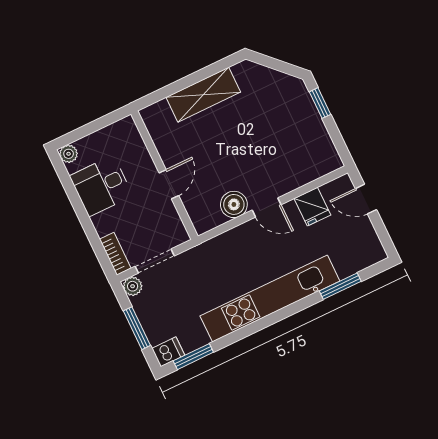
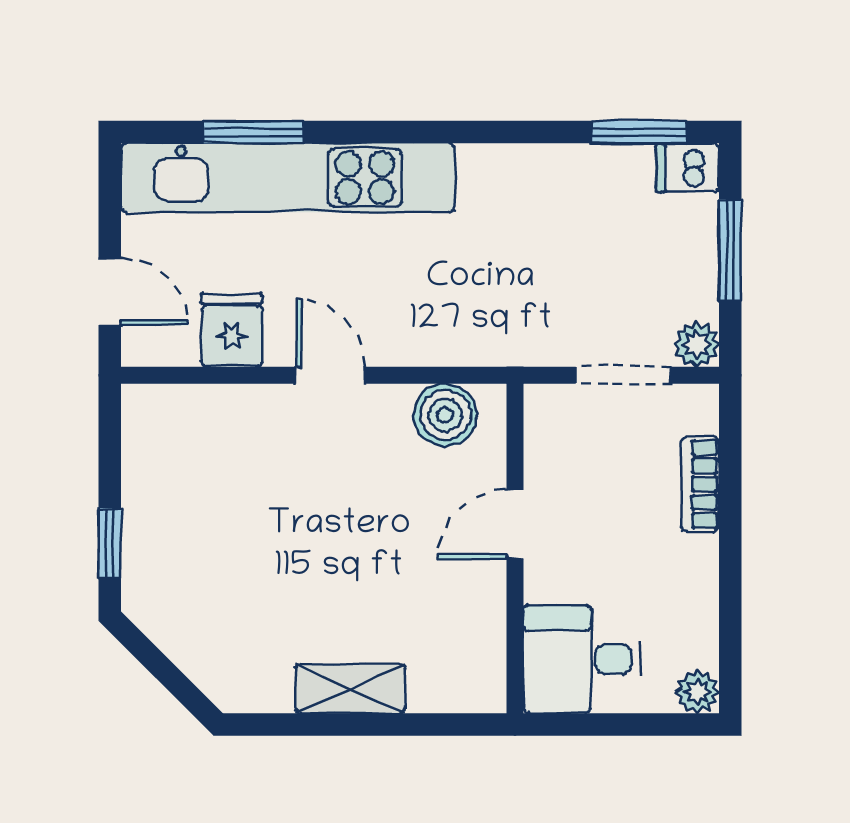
shelving: (203, 95) -> (350, 689), width x0.67, depth x0.75
desk: (101, 186) -> (582, 659), moved, turned 180
boiler: (234, 204) -> (445, 415), moved
bookcase: (115, 254) -> (700, 484), moved
kitchen unit: (270, 298) -> (288, 178), moved

